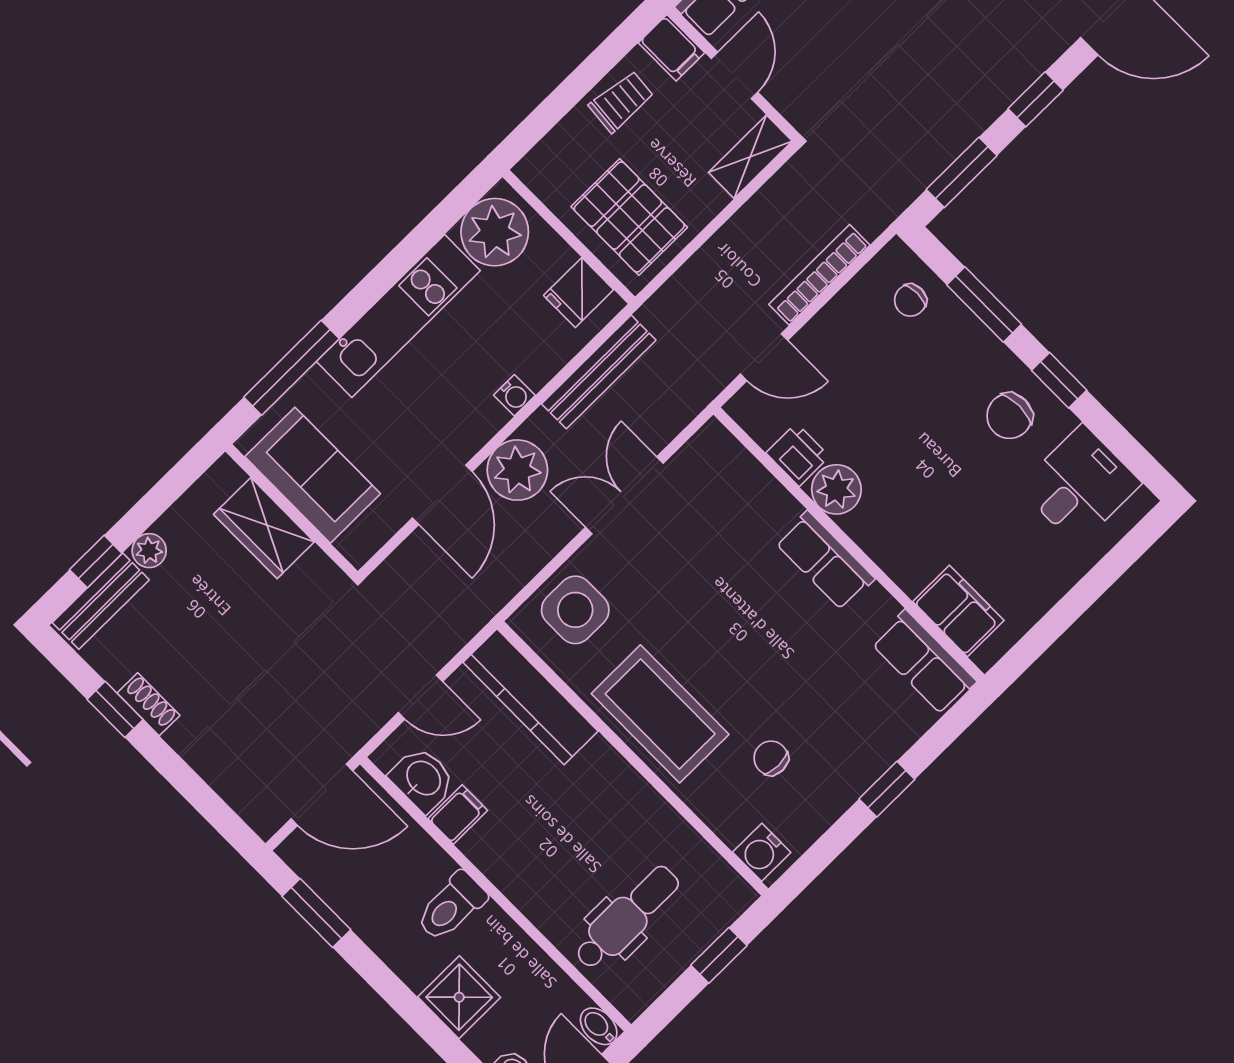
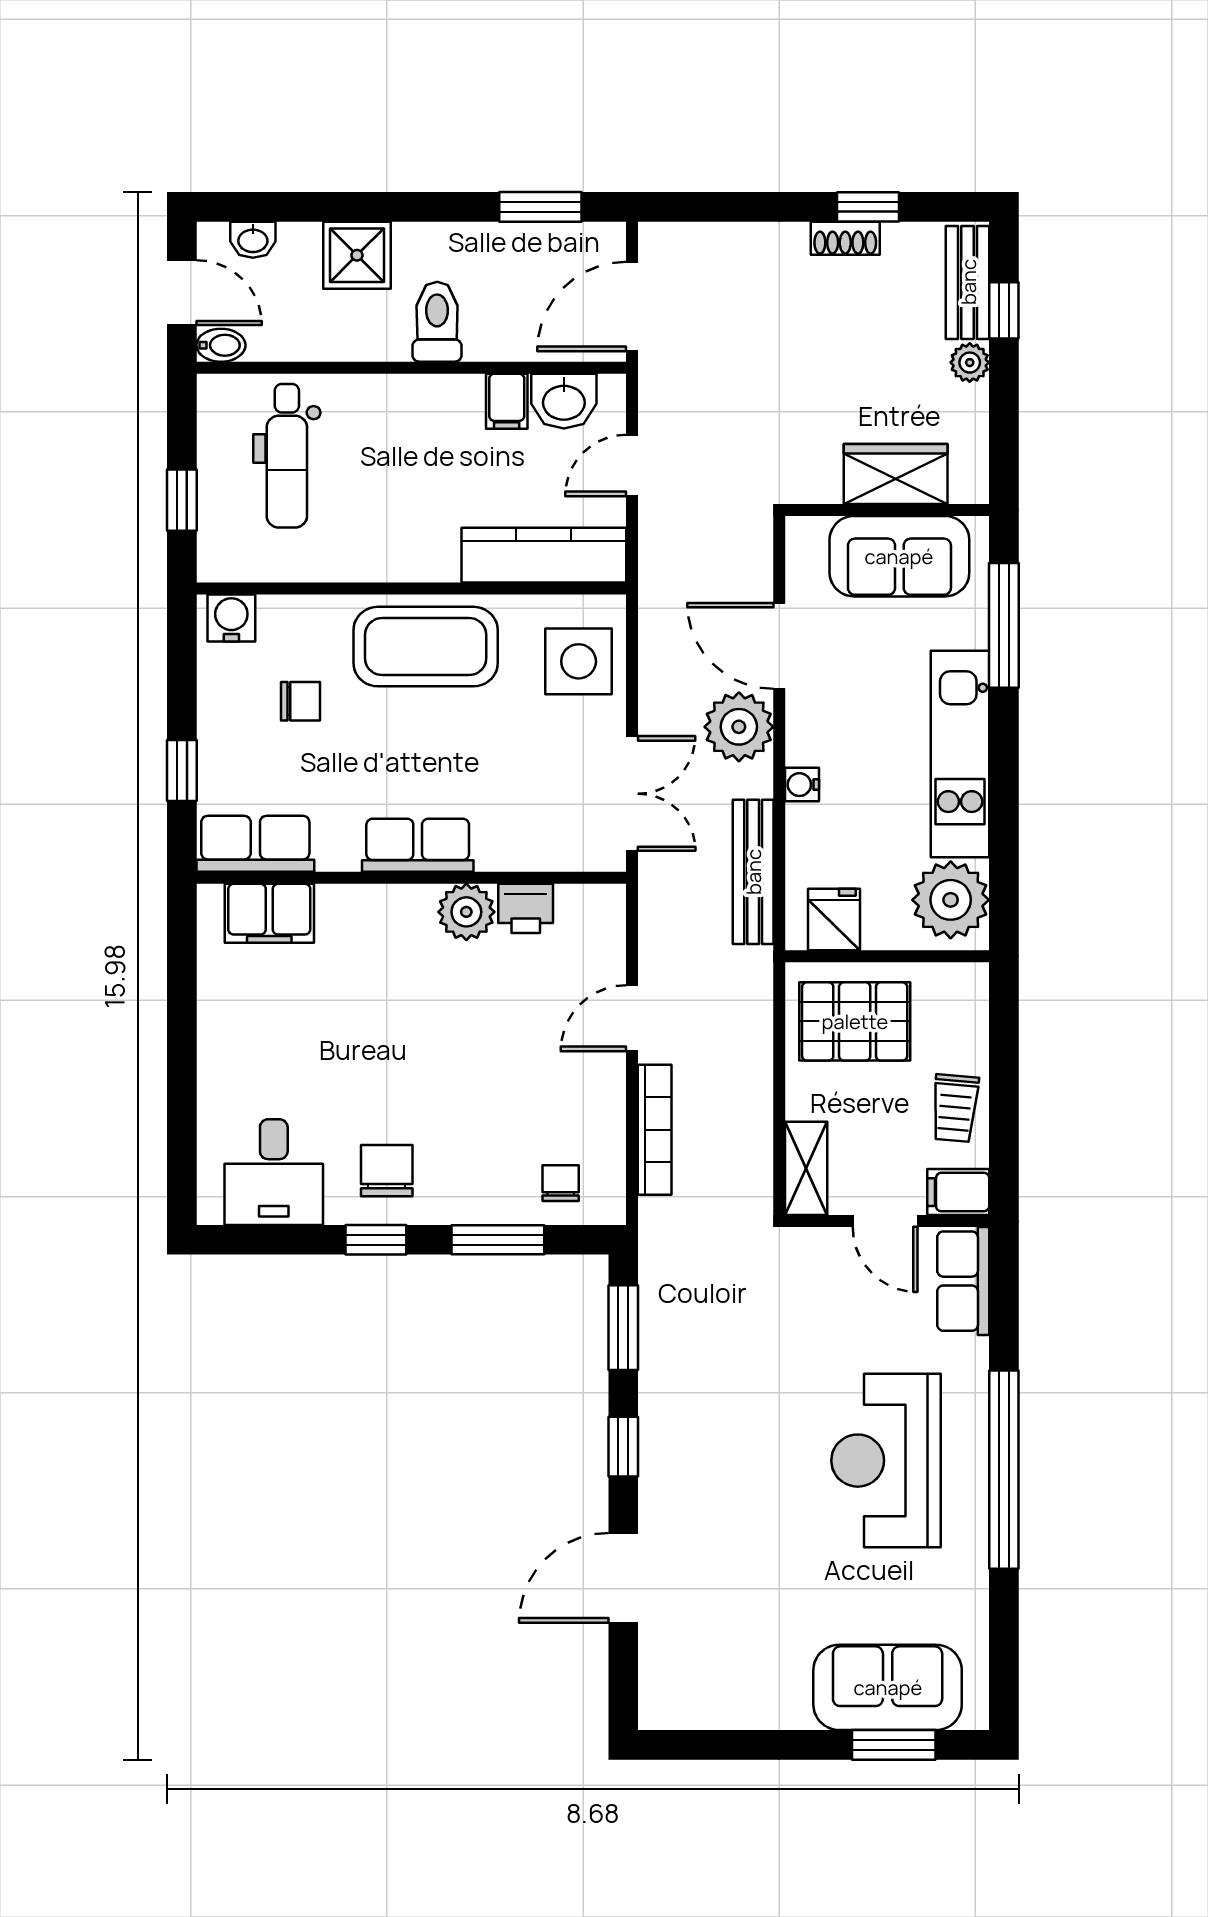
printer: (798, 455) -> (526, 908), moved
plant: (836, 489) -> (466, 912), moved
wall: (849, 544) -> (411, 878), moved
row of seats: (825, 561) -> (418, 845), moved
filing cabinet: (958, 611) -> (269, 913), moved
row of seats: (924, 662) -> (255, 844), moved

